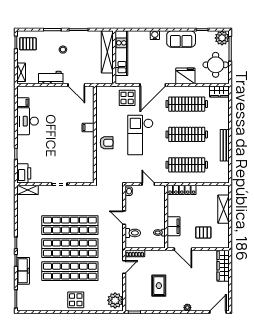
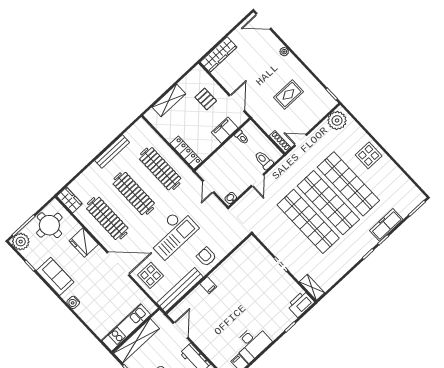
shelving: (107, 52) -> (136, 341), moved
kitchen unit: (121, 53) -> (126, 327), moved
wall: (114, 57) -> (136, 330), moved
bench: (101, 108) -> (180, 290), added

